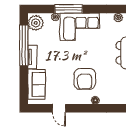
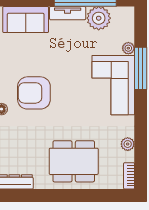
plant: (36, 23) -> (99, 18), moved

